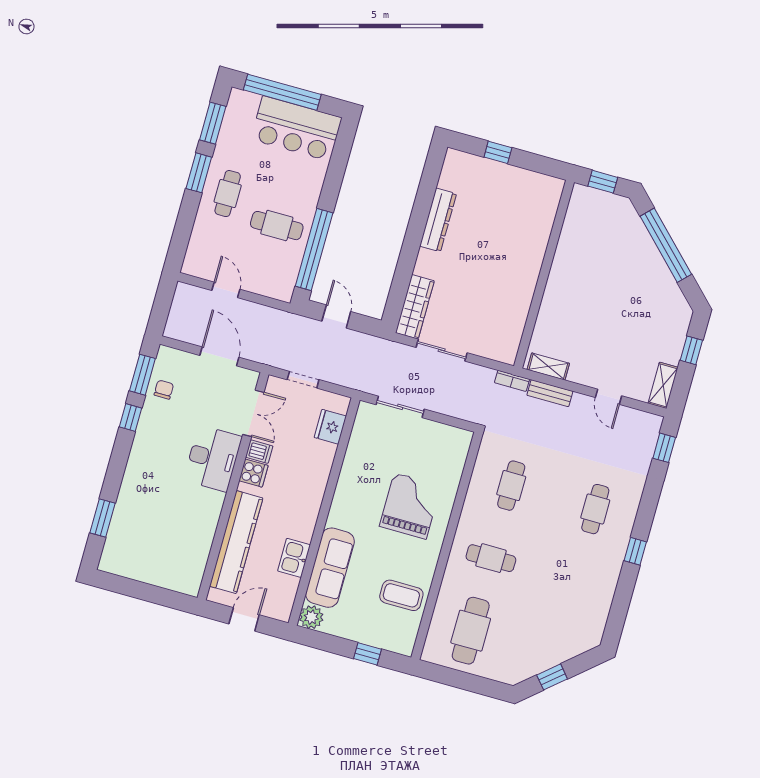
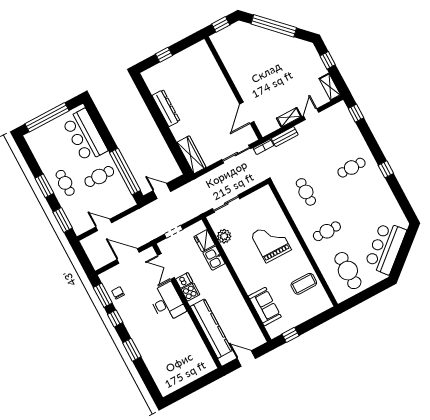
window: (213, 123) -> (63, 220), moved
bar counter: (296, 129) -> (85, 136), moved, turned 90
door: (531, 320) -> (247, 113), added
sliding door: (442, 350) -> (236, 154), moved
shelving: (548, 367) -> (289, 117), moved
door: (609, 397) -> (311, 114), swing flipped
double door: (253, 413) -> (166, 266), swing flipped
cafe table: (595, 509) -> (351, 168), turned 90
window: (102, 518) -> (132, 350), moved
kitchen sink: (294, 558) -> (214, 258), moved
sofa: (330, 568) -> (265, 307), width x0.73
plant: (311, 617) -> (224, 236), moved
door: (244, 619) -> (246, 358), hinge flipped
bar counter: (543, 647) -> (385, 248), added
window: (368, 654) -> (290, 335), moved
window: (552, 677) -> (402, 257), removed

